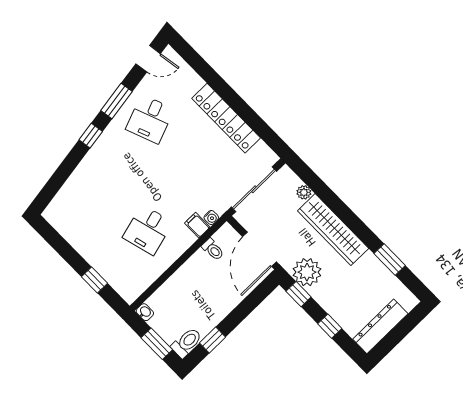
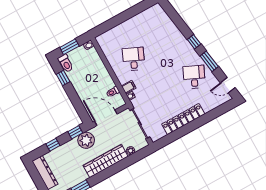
door: (148, 59) -> (228, 85), hinge flipped
desk: (150, 119) -> (194, 77), turned 45
desk: (148, 230) -> (134, 59), turned 39
window: (94, 280) -> (114, 22), removed

